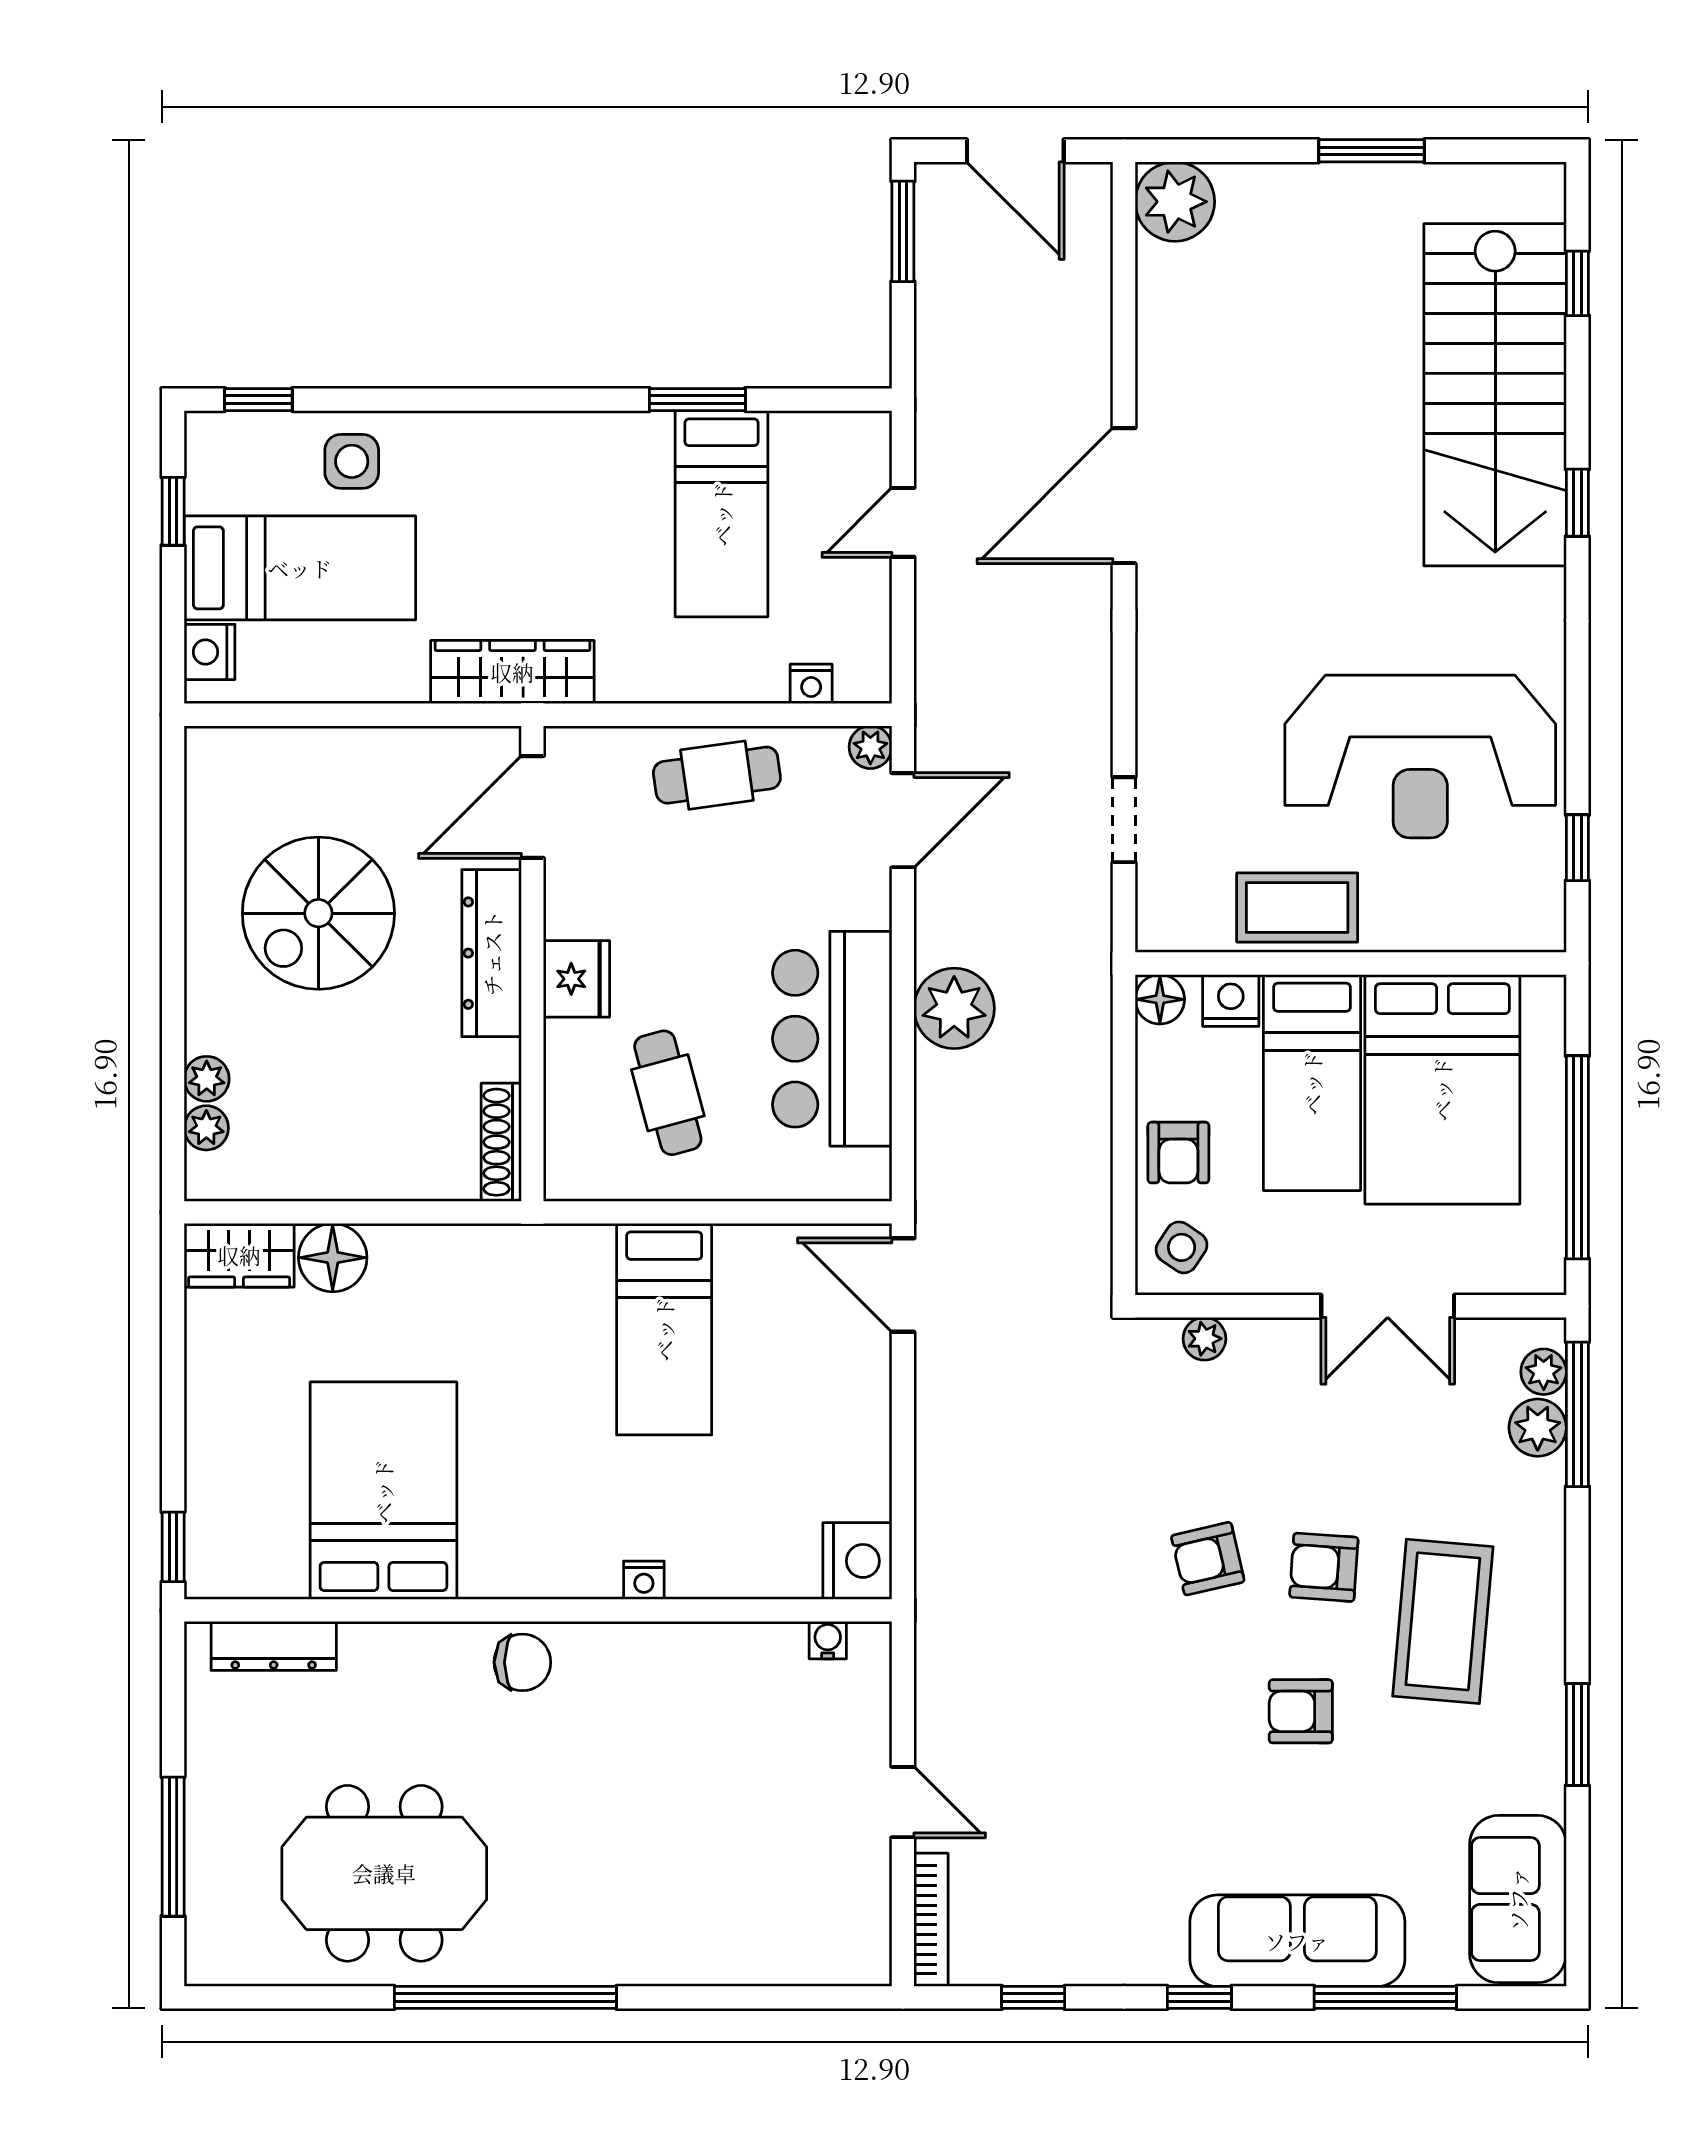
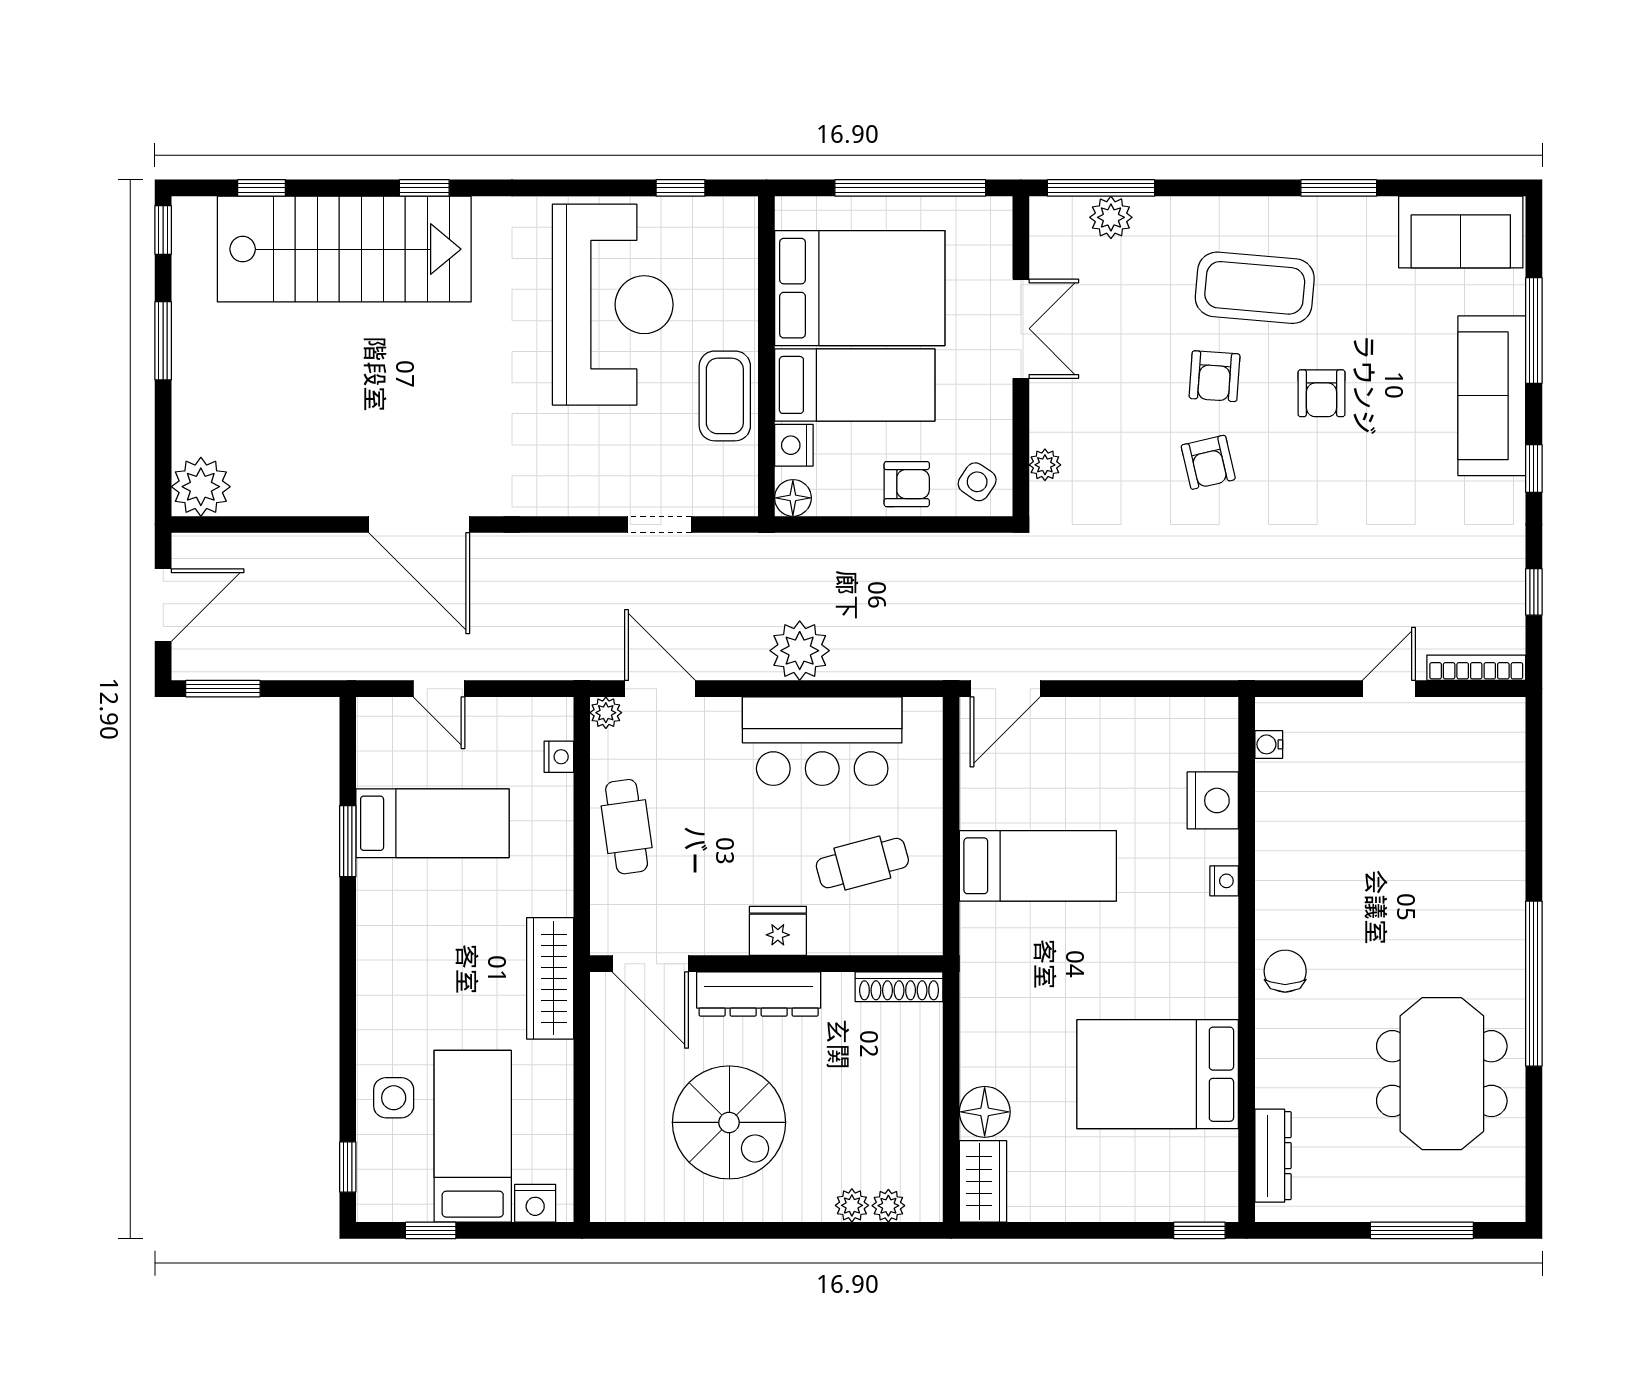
window: (1521, 151) -> (163, 230), added
plant: (1544, 1372) -> (1069, 213), removed
nightstand: (857, 1561) -> (1213, 800), moved, turned 90

